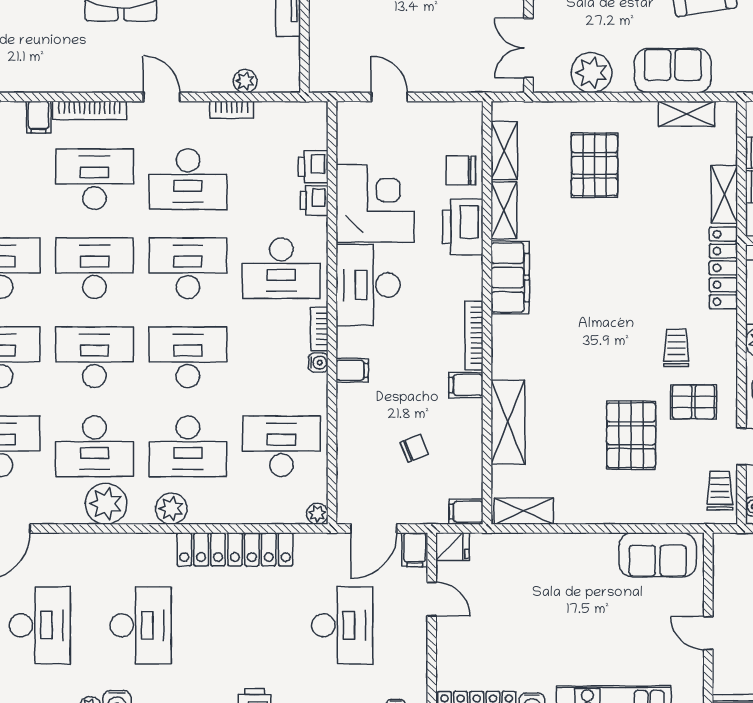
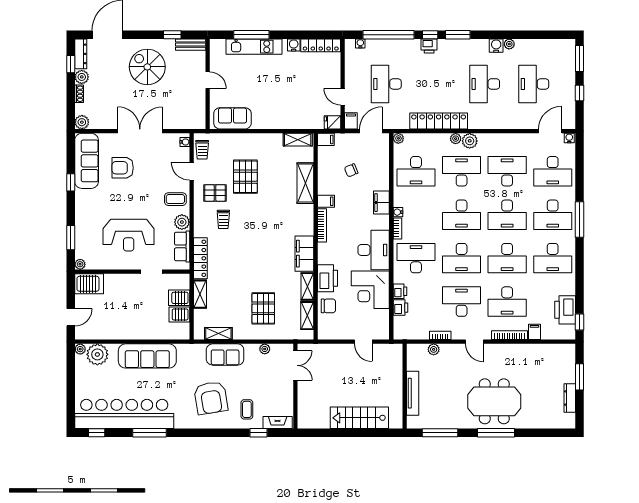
plant: (591, 73) -> (265, 349), width x0.53, depth x0.53
filing cabinet: (352, 370) -> (381, 203), width x2.00
plant: (106, 504) -> (456, 139), moved, width x0.53, depth x0.53

